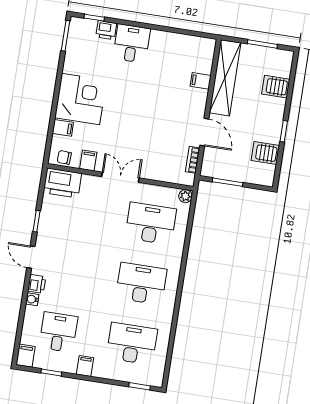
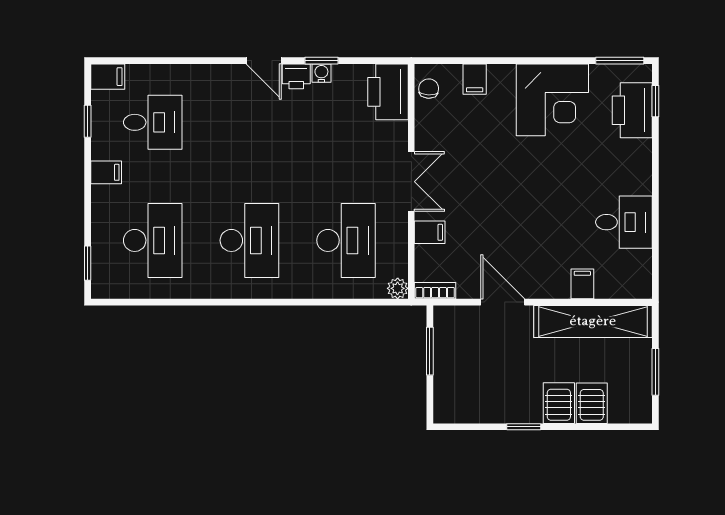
printer: (106, 30) -> (632, 110), width x1.87, depth x1.48
desk: (132, 44) -> (624, 222), moved
corner desk: (81, 99) -> (552, 100), moved
door: (204, 132) -> (503, 302), swing flipped
server rack: (265, 153) -> (559, 403), moved
filing cabinet: (88, 160) -> (430, 232), moved
bookcase: (193, 160) -> (435, 291), moved
door: (31, 257) -> (264, 61), swing flipped
printer: (37, 284) -> (296, 76), moved
water cooler: (32, 299) -> (321, 73), moved

